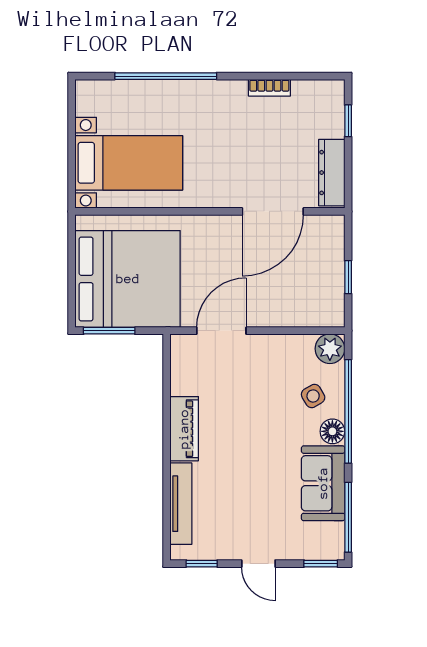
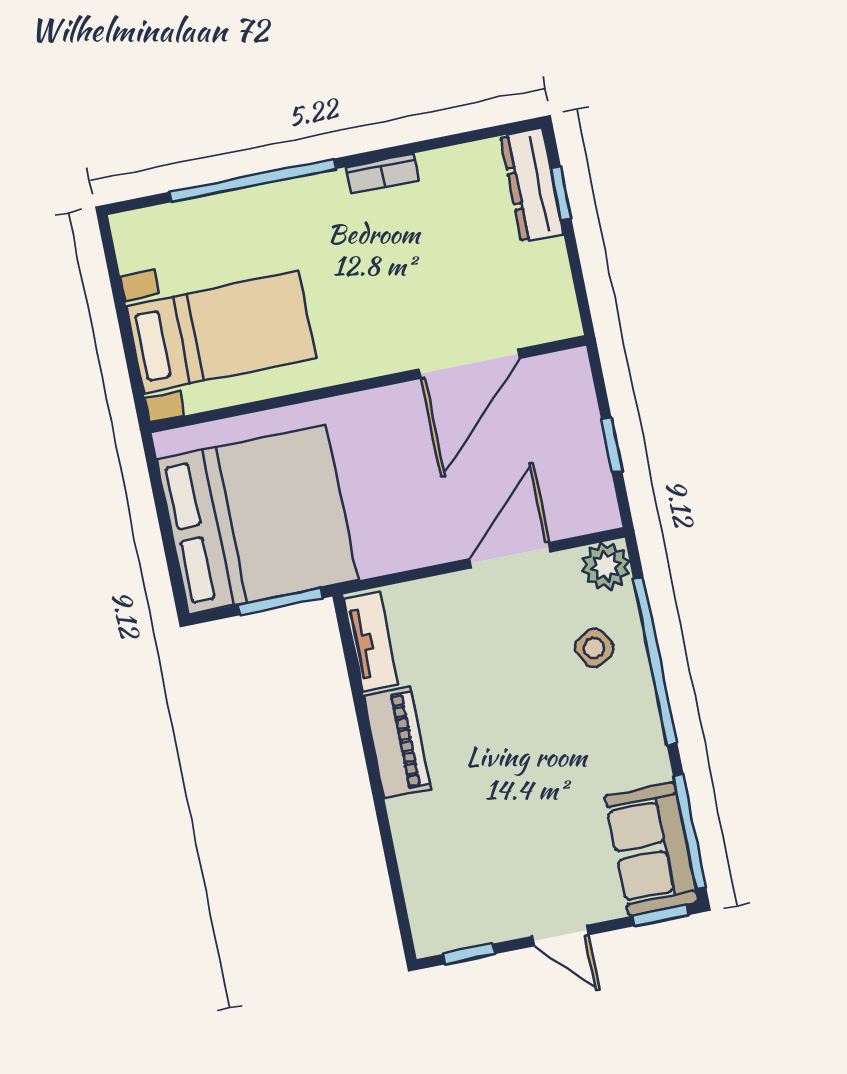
bookcase: (269, 88) -> (382, 174), moved
dresser: (332, 173) -> (532, 185), moved
window: (109, 331) -> (280, 602), moved
door: (221, 331) -> (510, 555), moved
floor lamp: (332, 431) -> (637, 699), removed
sofa: (323, 483) -> (651, 849), moved
tv unit: (181, 504) -> (371, 642), moved, width x0.71

